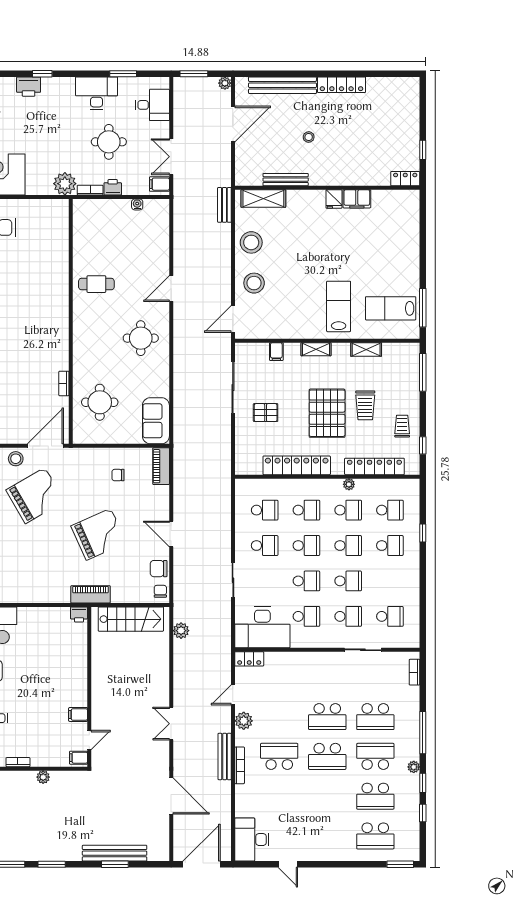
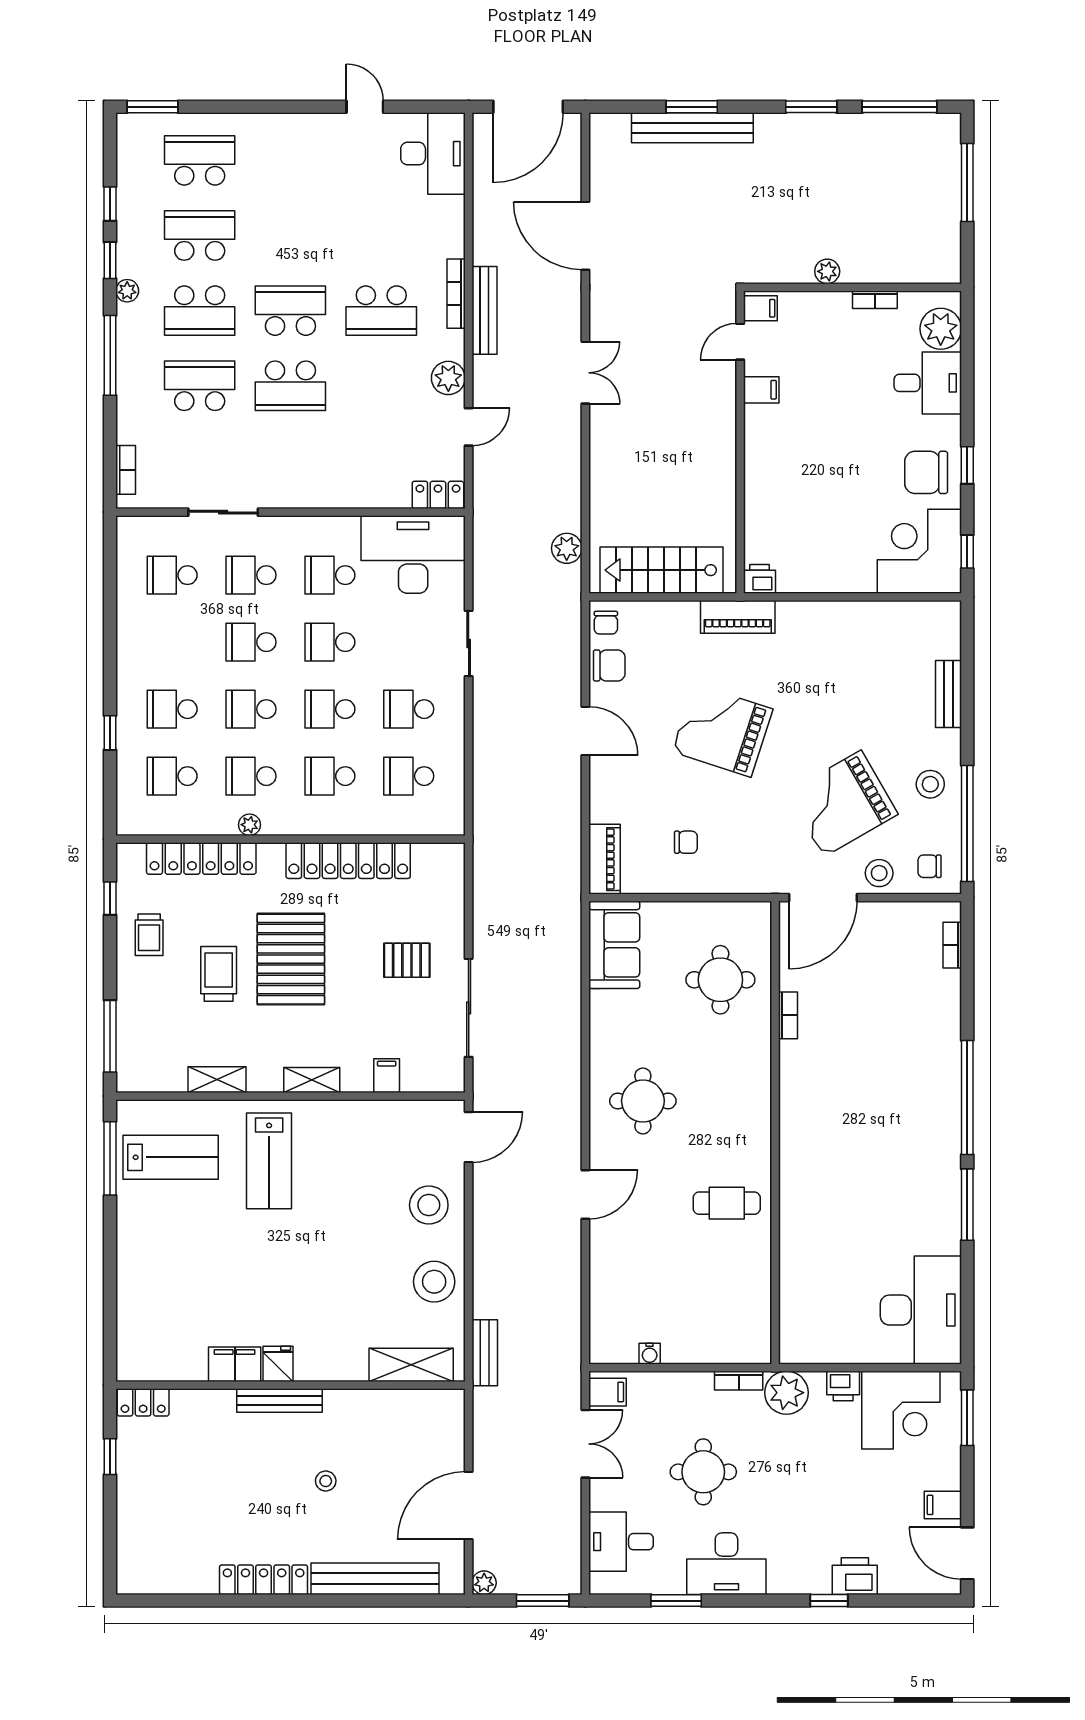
bench: (286, 180) -> (280, 1401), moved
printer: (113, 187) -> (843, 1386), moved
grand piano: (99, 534) -> (722, 730), turned 42
school desk: (327, 717) -> (290, 386), turned 180

